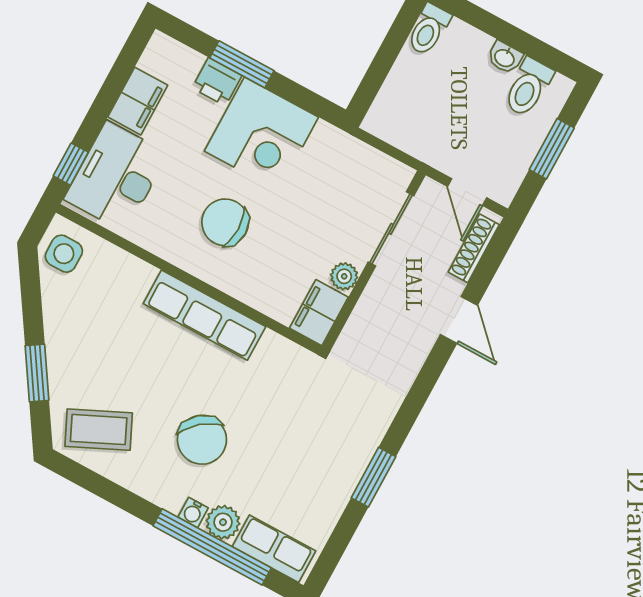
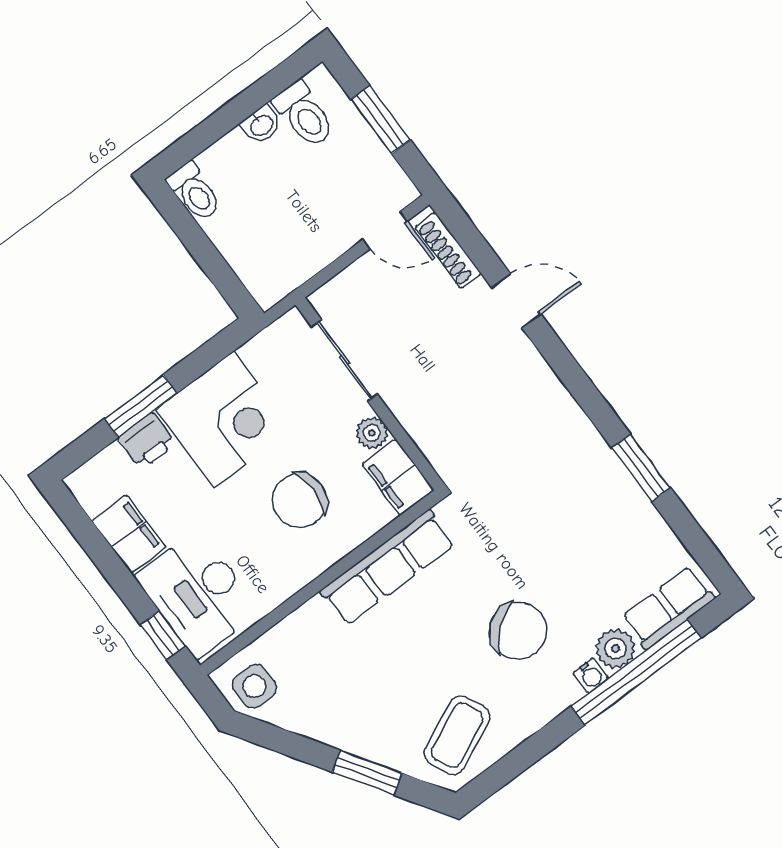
sliding door: (391, 229) -> (344, 360), moved
wall: (374, 261) -> (370, 394), moved
plant: (344, 276) -> (372, 433), moved
filing cabinet: (319, 313) -> (398, 477), moved

